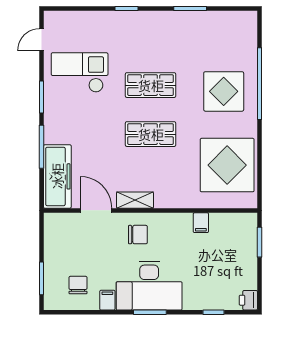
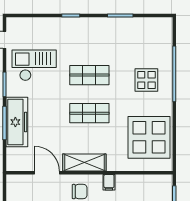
display table: (224, 91) -> (146, 80), width x0.73, depth x0.73
freezer: (57, 176) -> (17, 122), moved
shelving: (135, 200) -> (84, 162), width x1.50, depth x1.33
filing cabinet: (201, 223) -> (109, 182), moved

